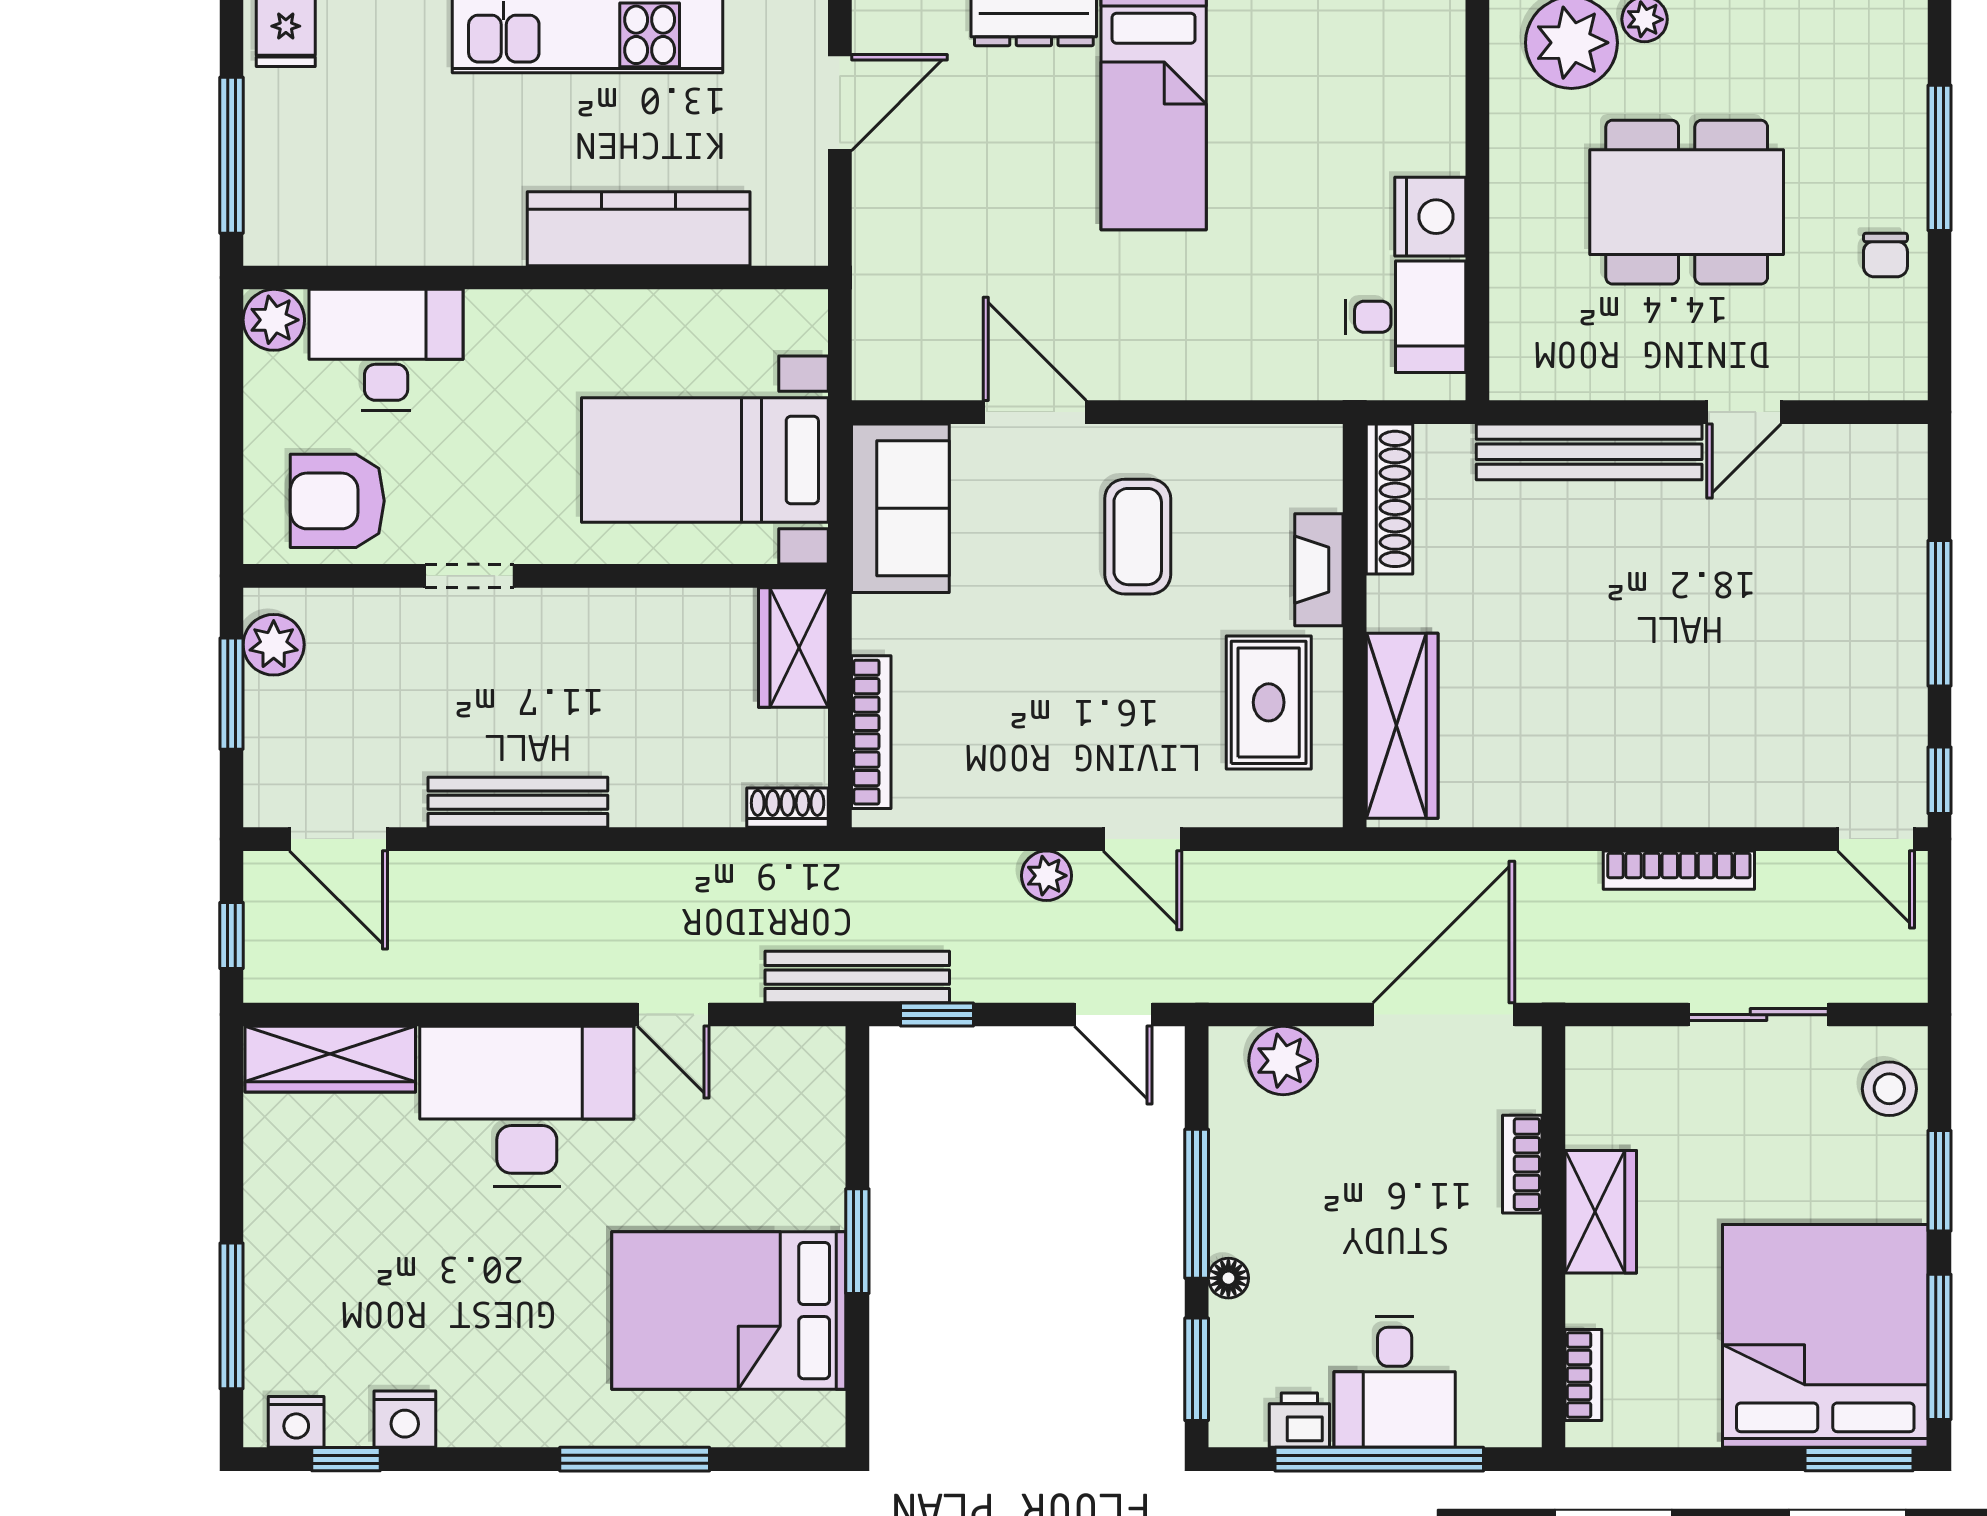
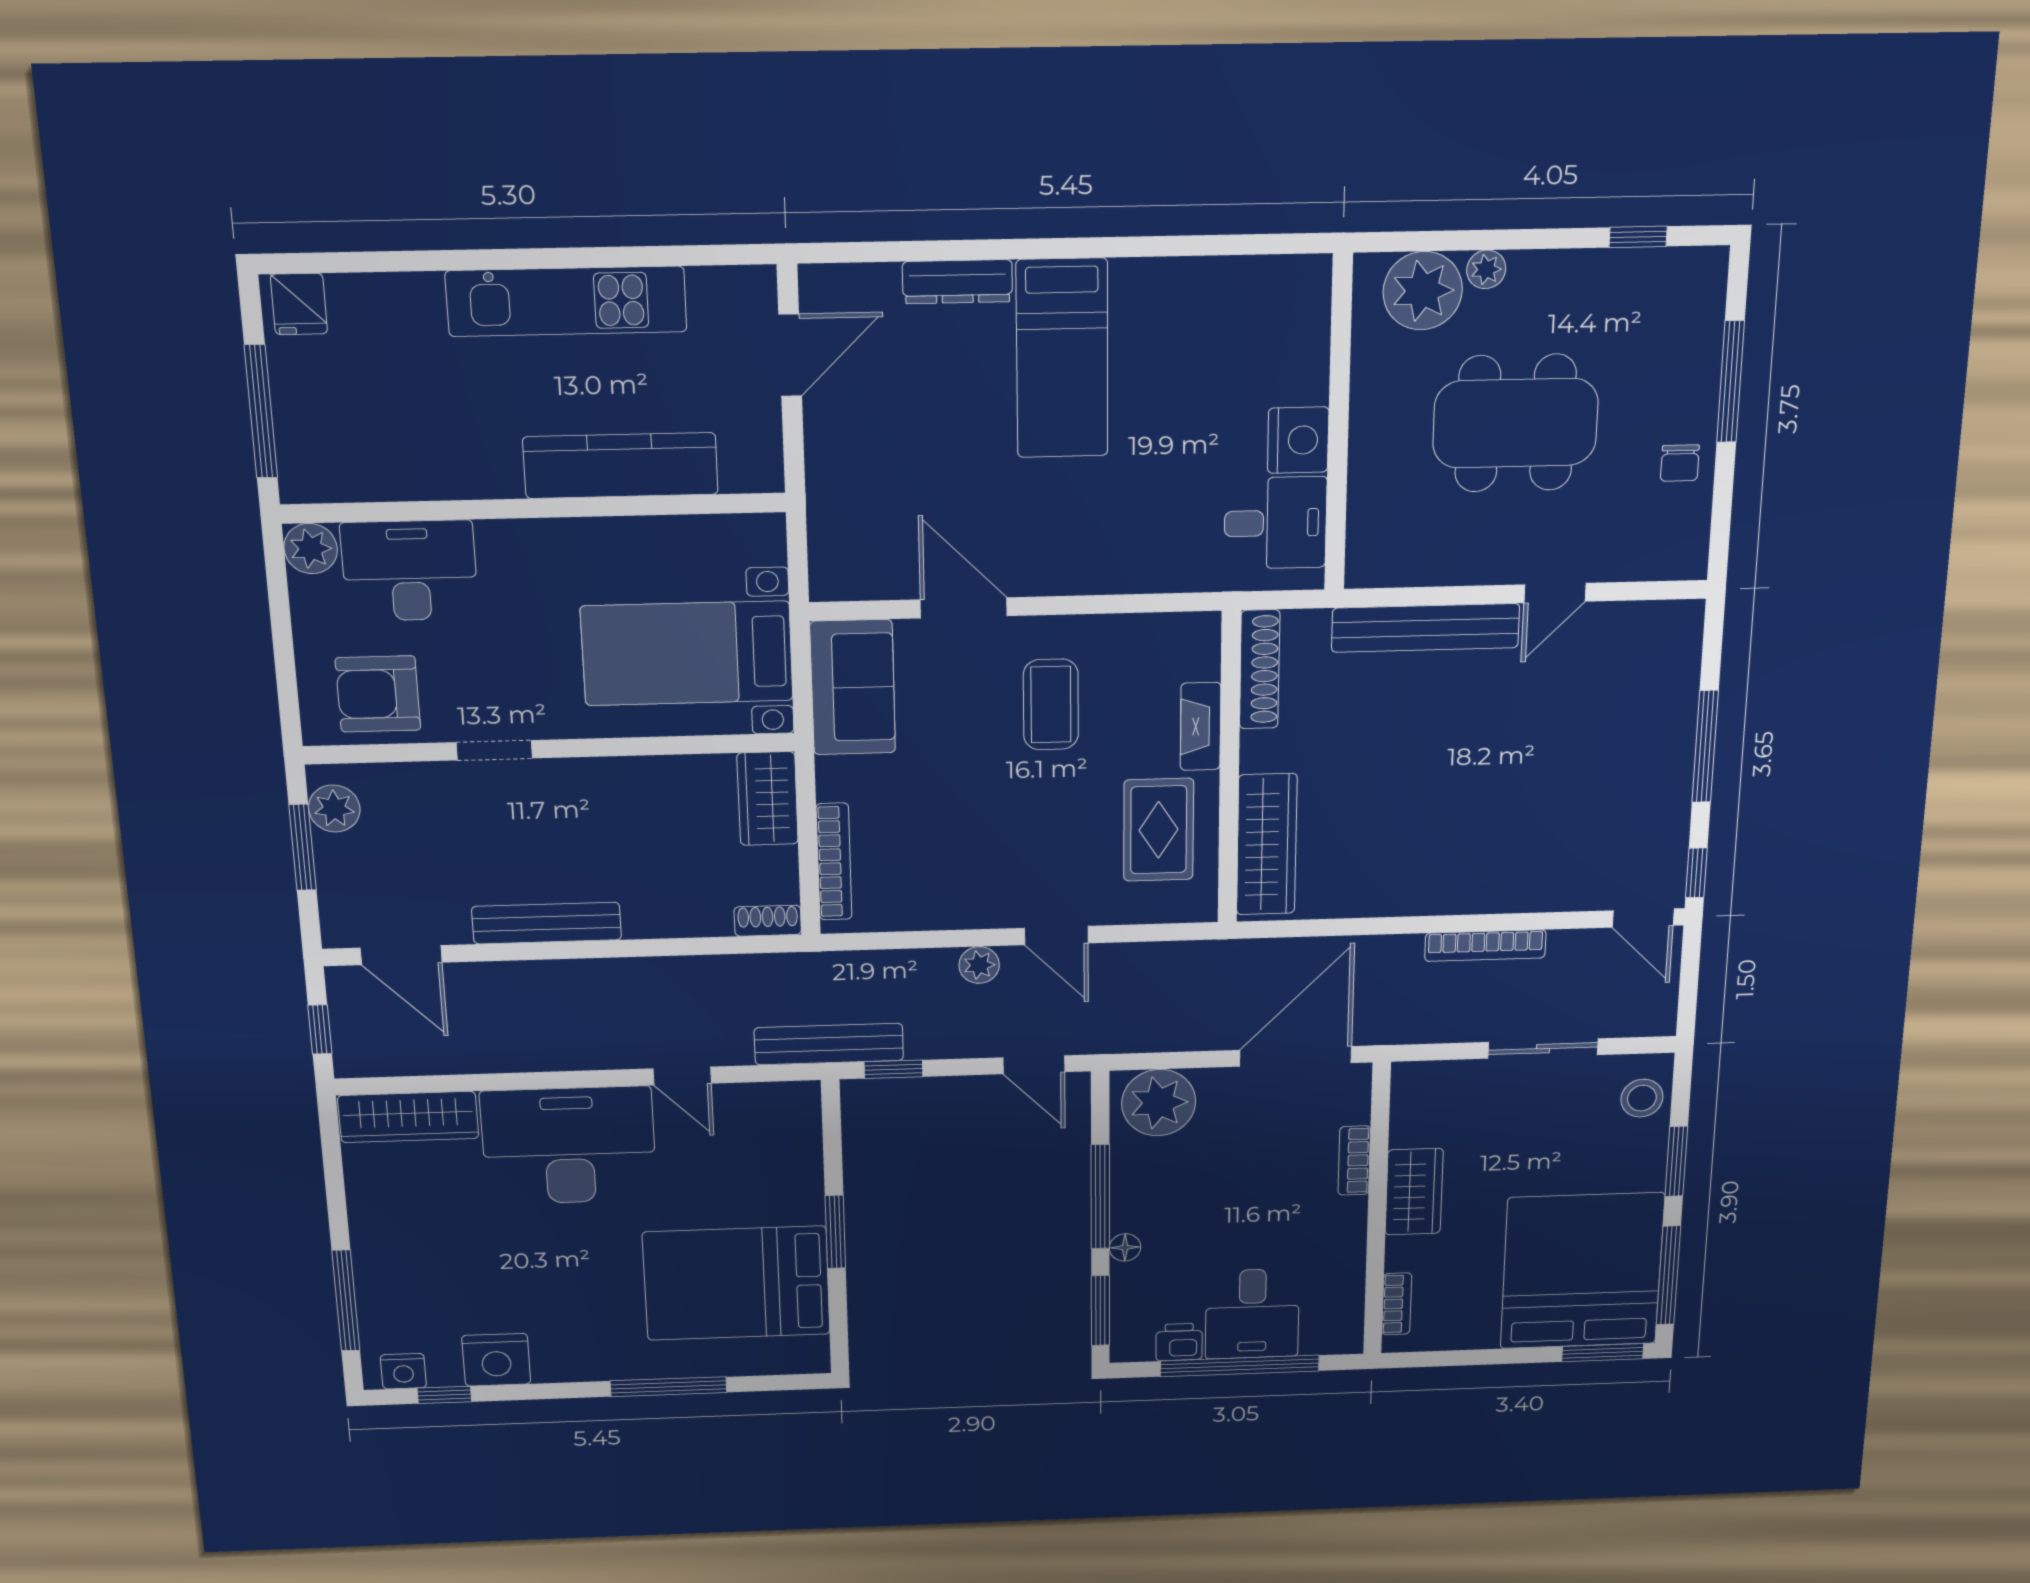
plant: (1283, 1061) -> (1159, 1103), width x1.36, depth x1.36
nightstand: (405, 1419) -> (496, 1360), width x1.36, depth x1.33

